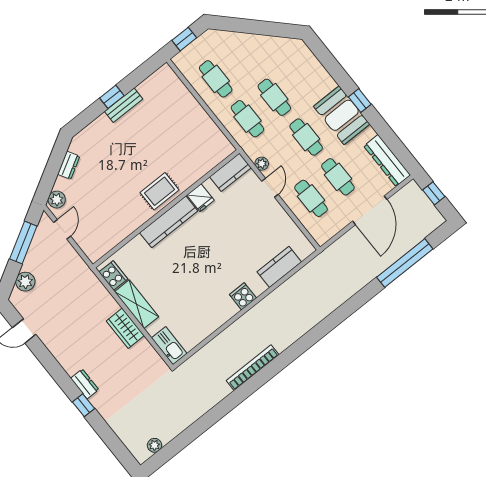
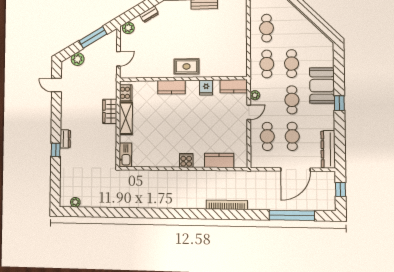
booth: (342, 115) -> (322, 86), moved
kitchen counter: (169, 222) -> (171, 87), width x0.67
door: (62, 229) -> (118, 59), moved
wardrobe: (125, 328) -> (110, 111), moved
bookcase: (253, 368) -> (227, 205), moved

